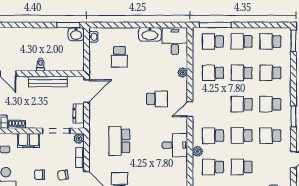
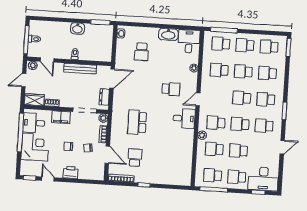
washbasin: (76, 34) -> (77, 29), moved
desk: (175, 145) -> (184, 119), moved

